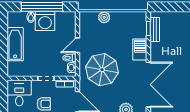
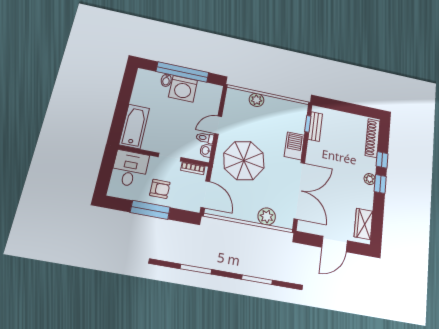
bathtub: (15, 44) -> (134, 126), moved

